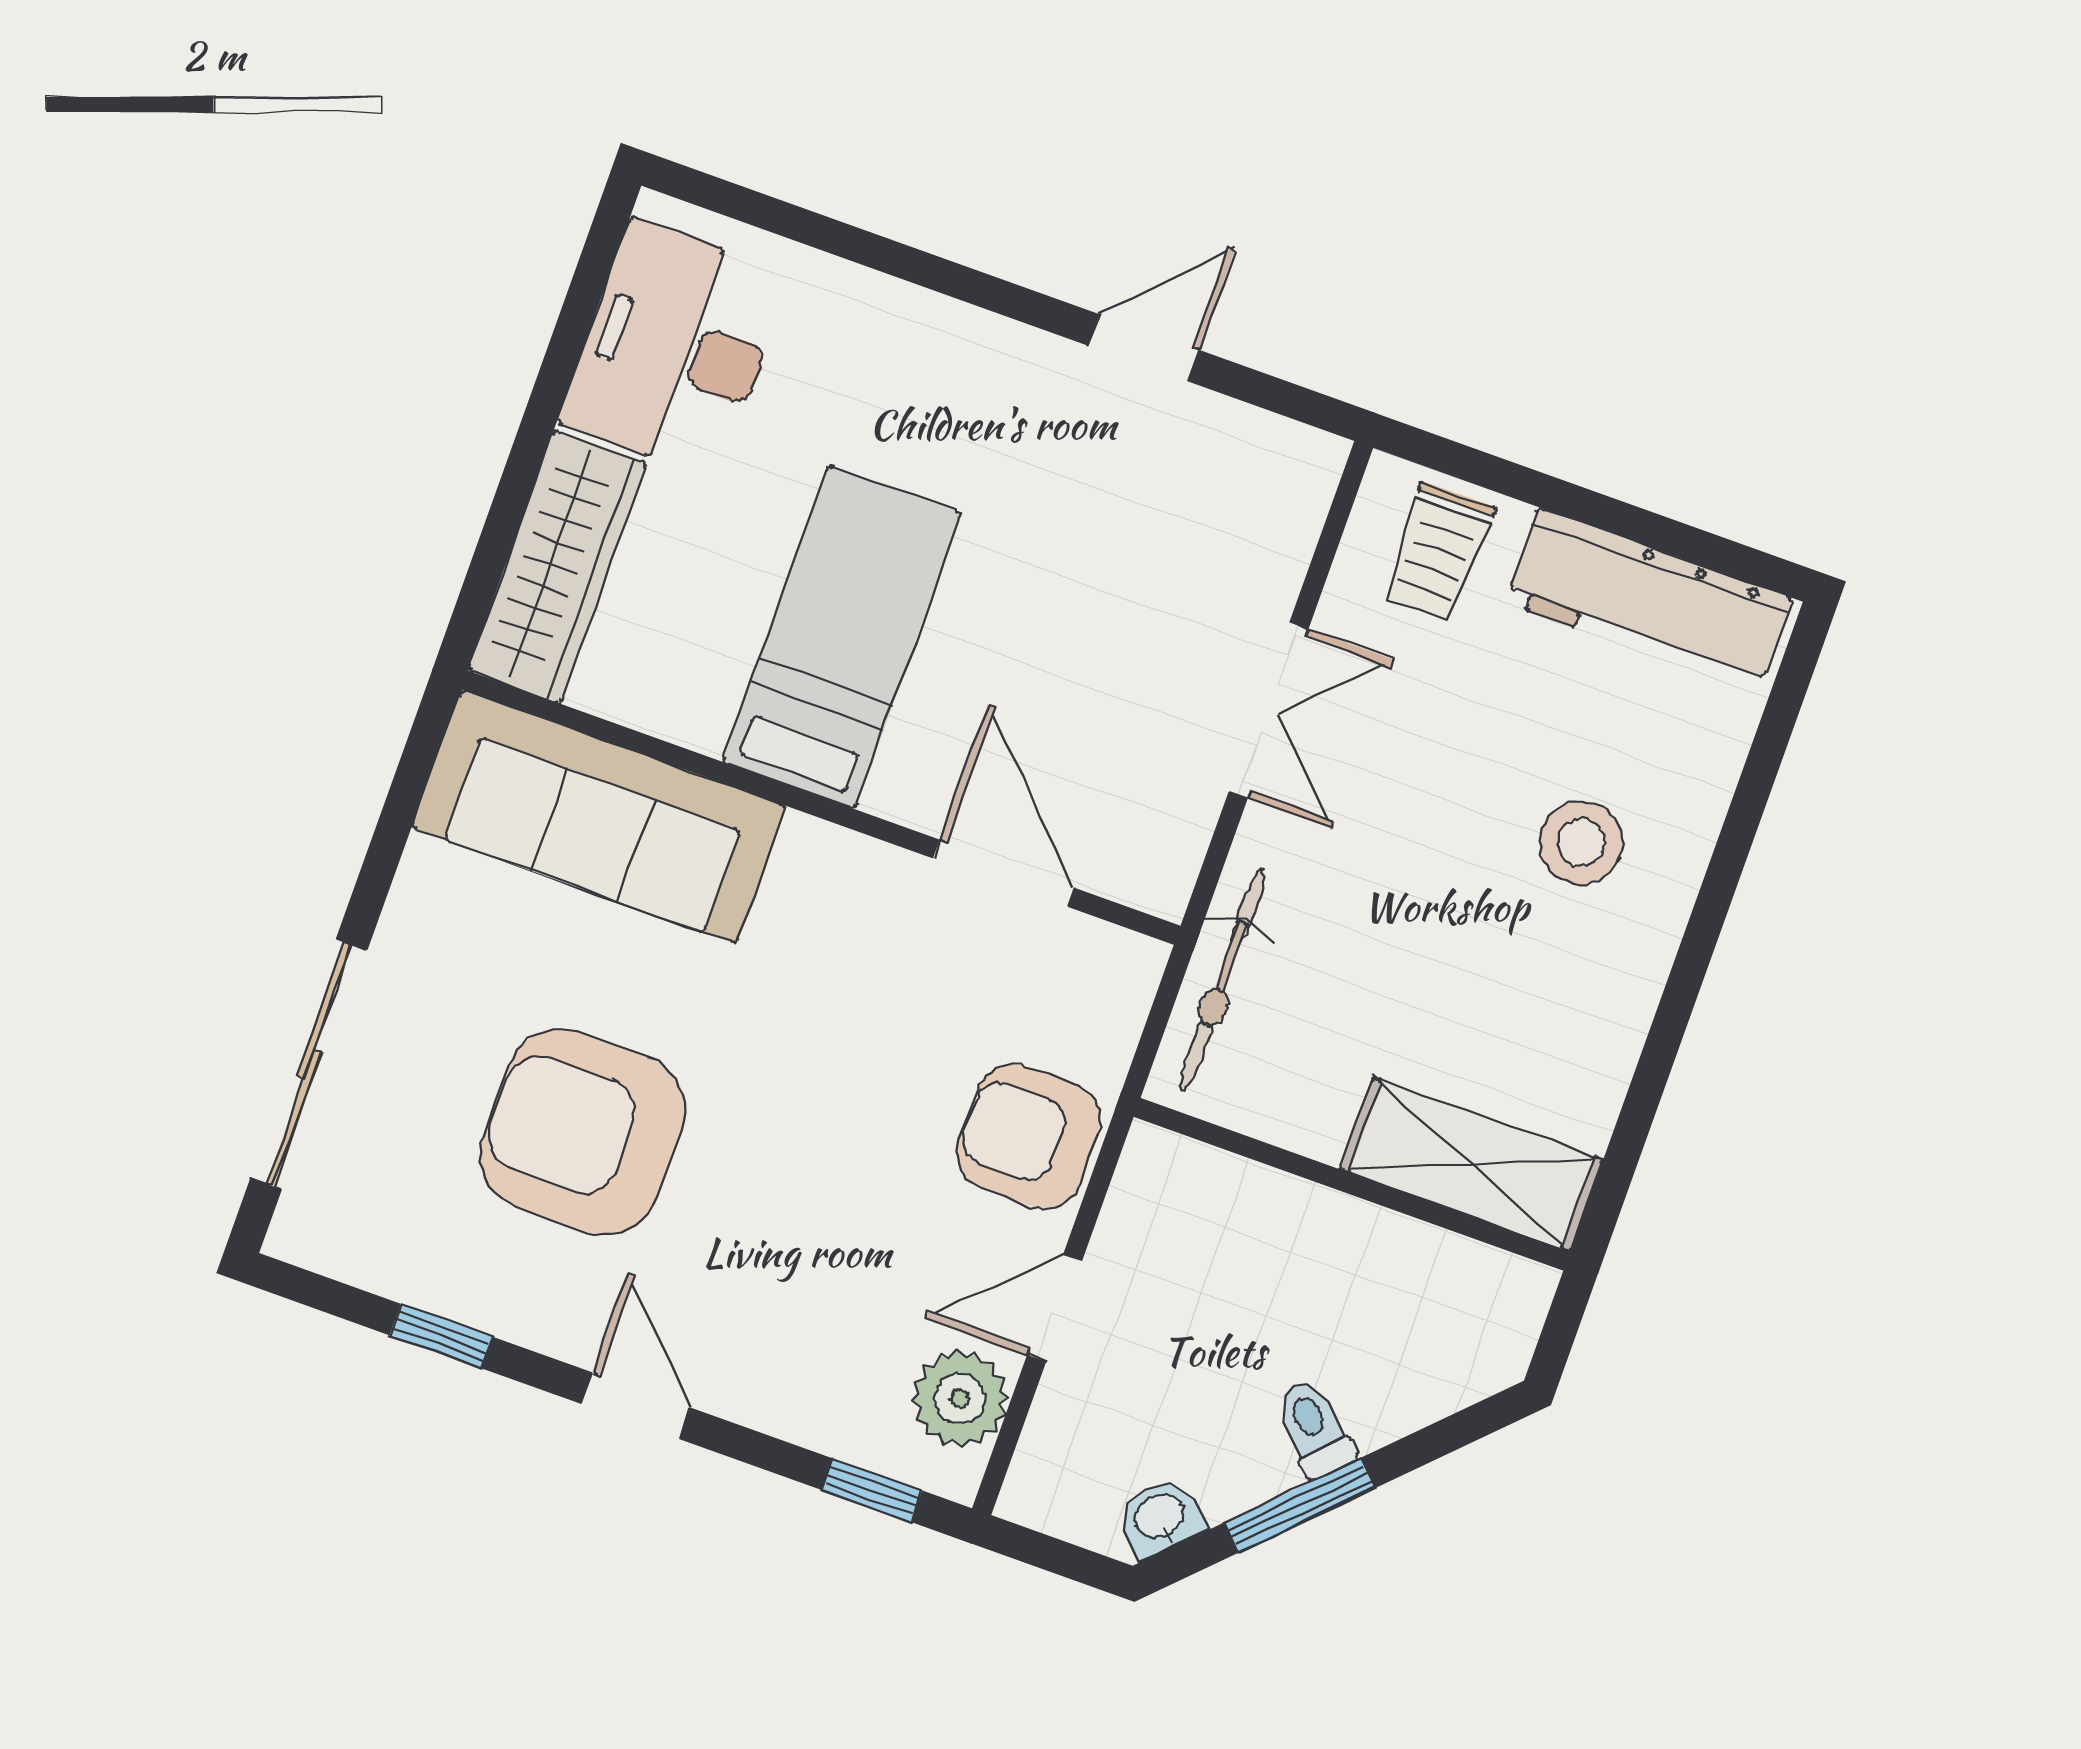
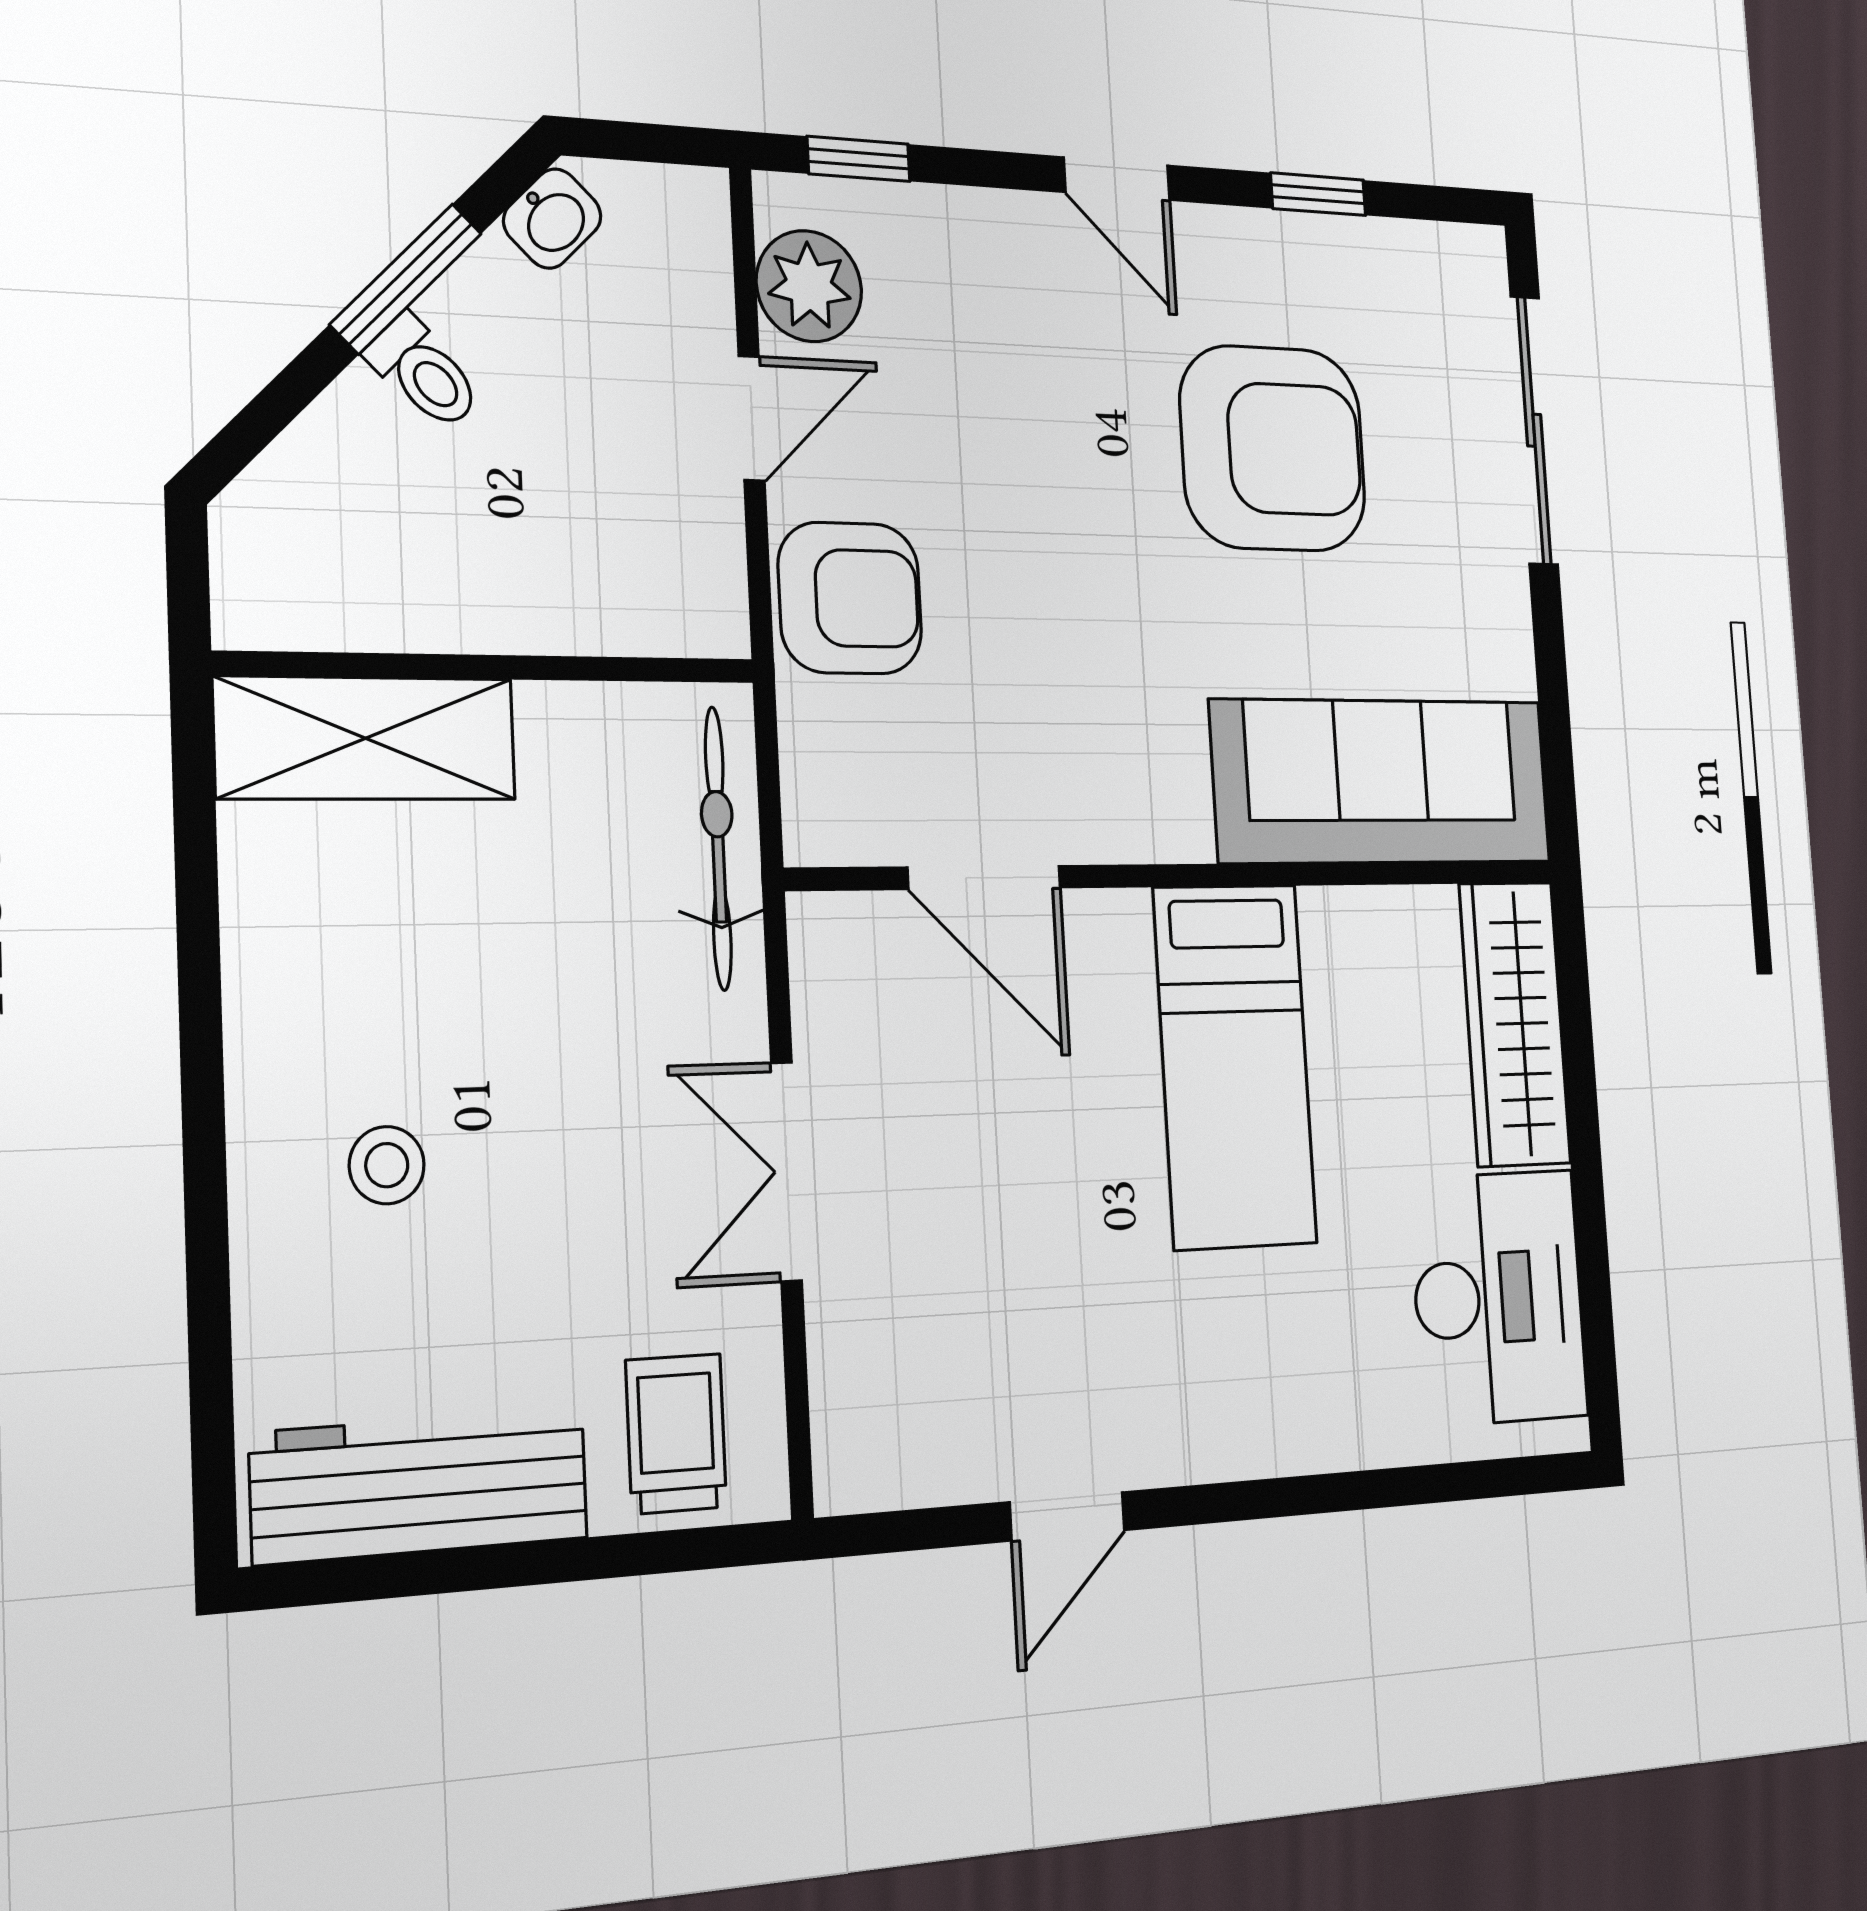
stool: (1581, 843) -> (387, 1165), width x0.73, depth x0.73

